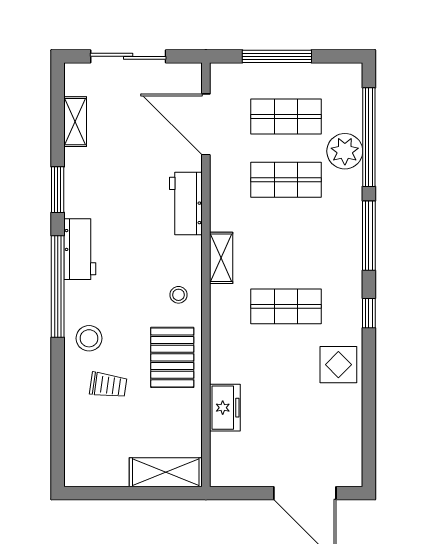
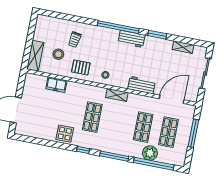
stool: (89, 338) -> (58, 54), moved
pallet: (172, 357) -> (81, 67), width x0.67, depth x0.71

